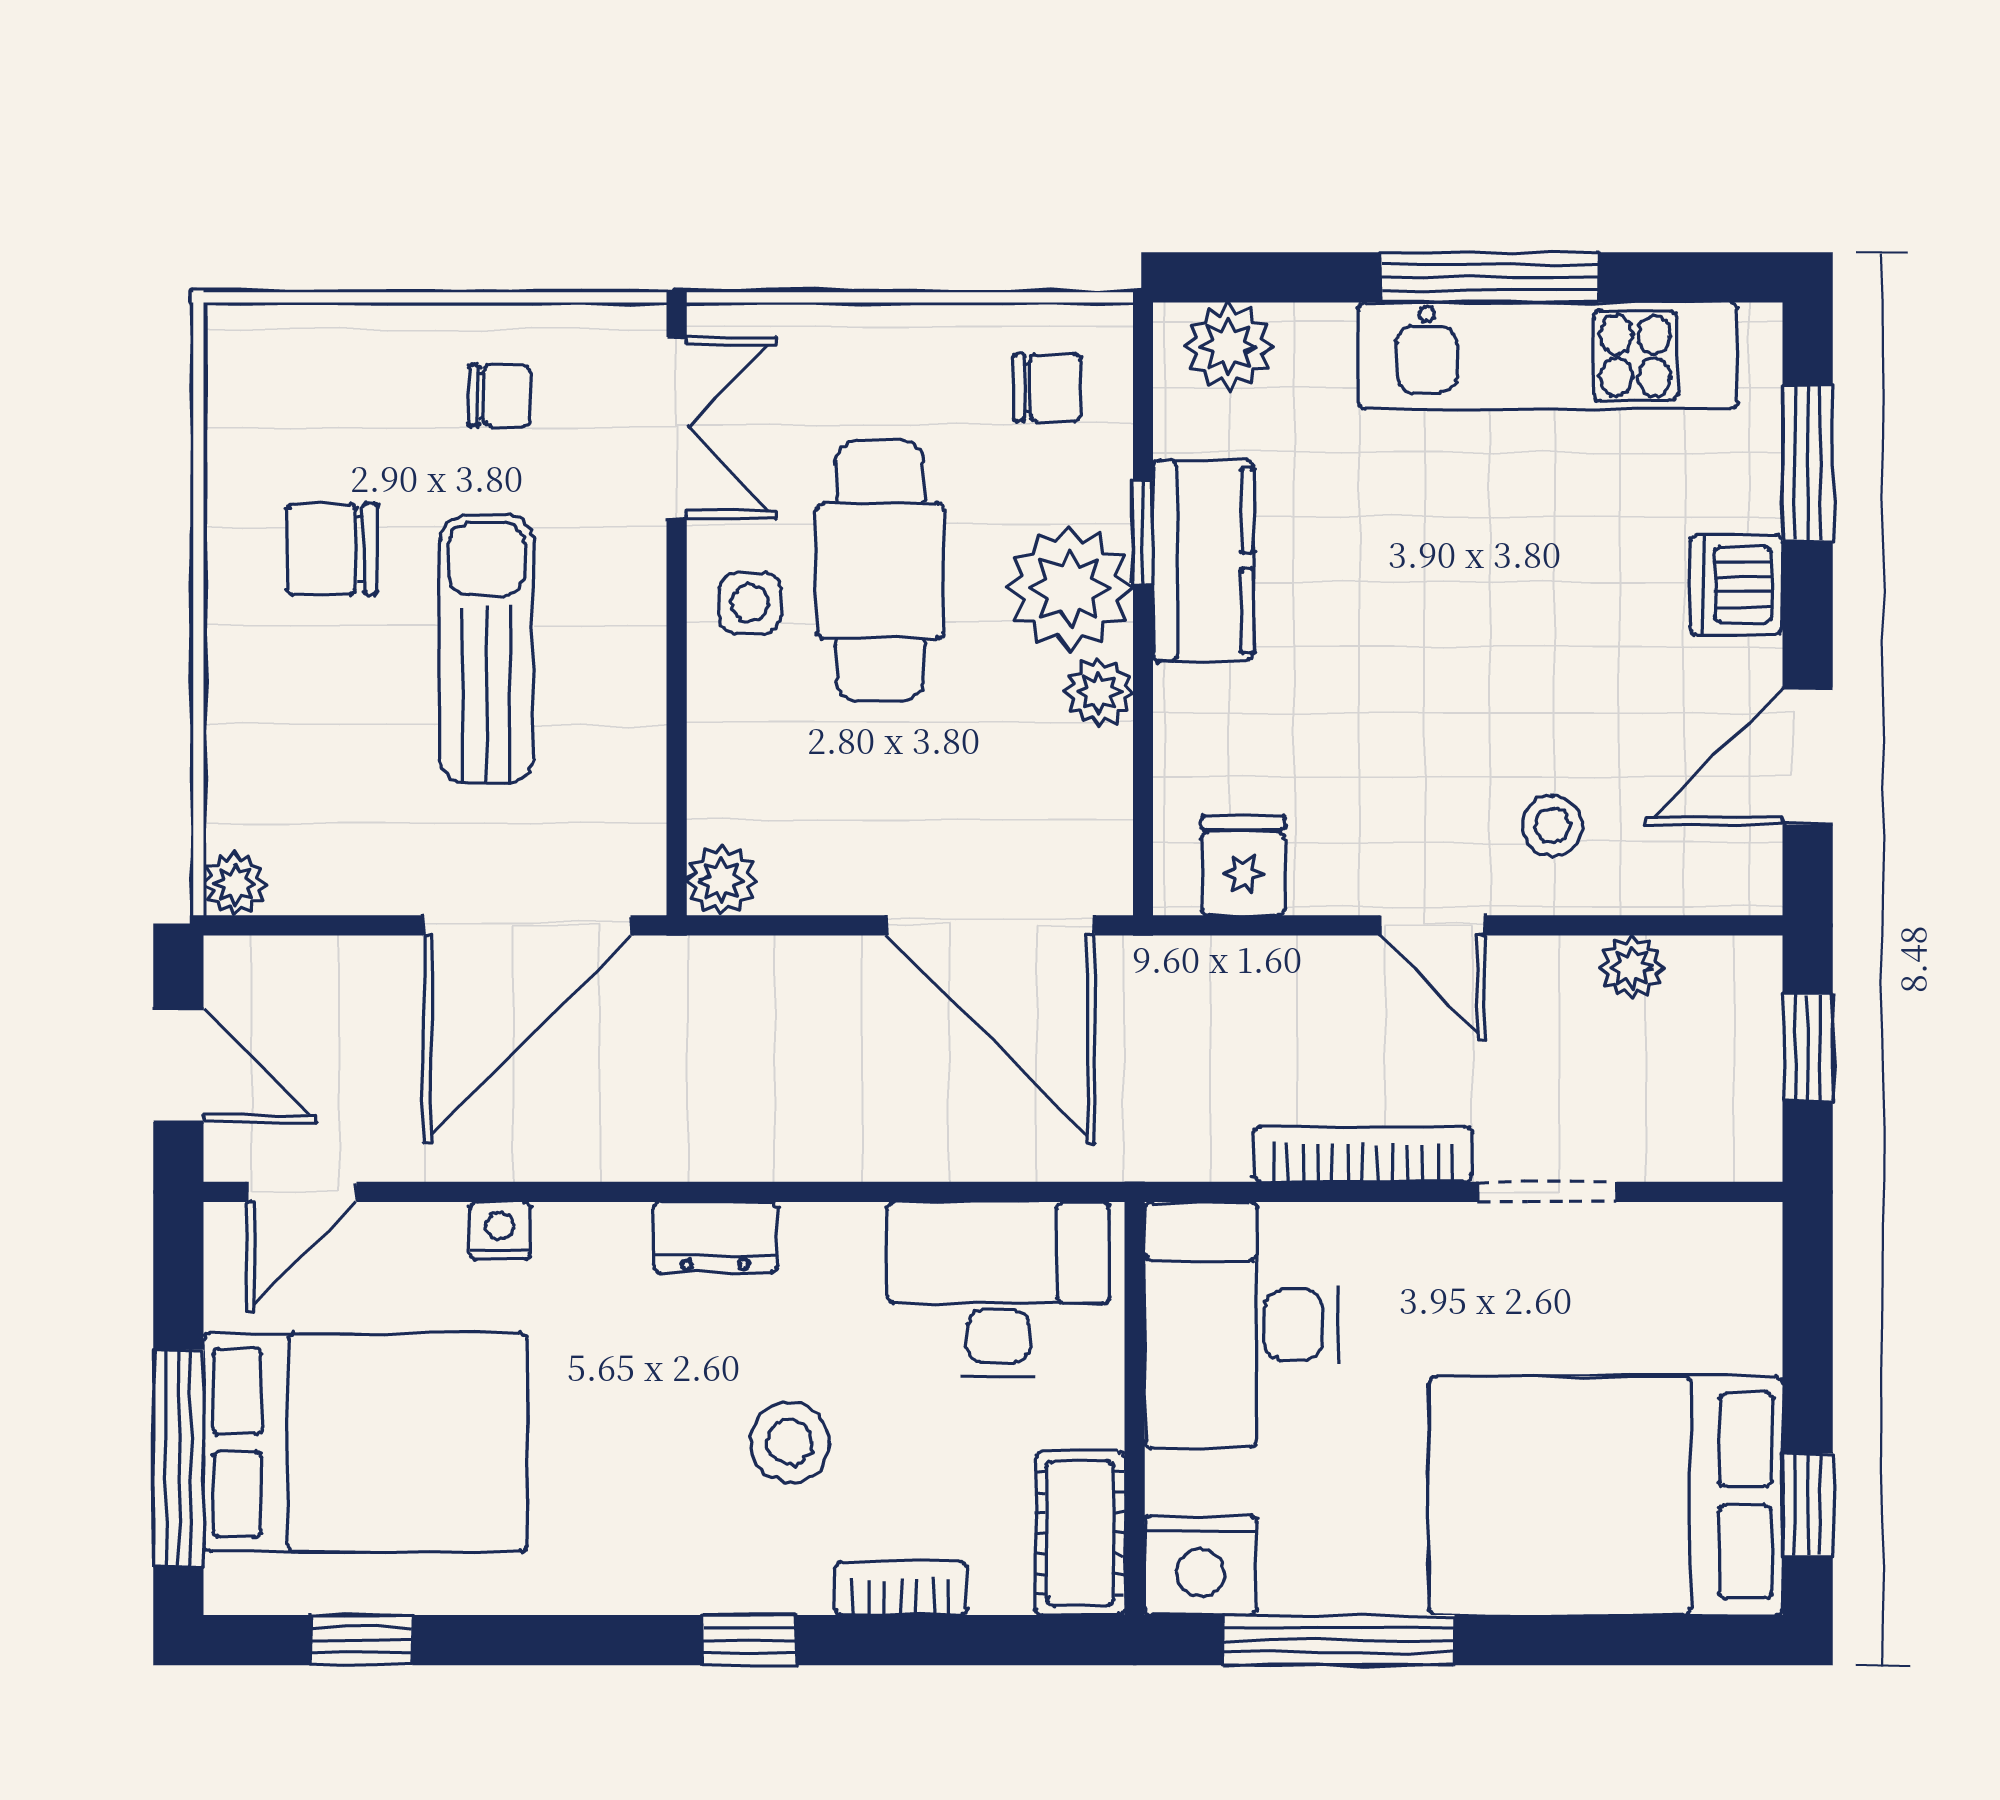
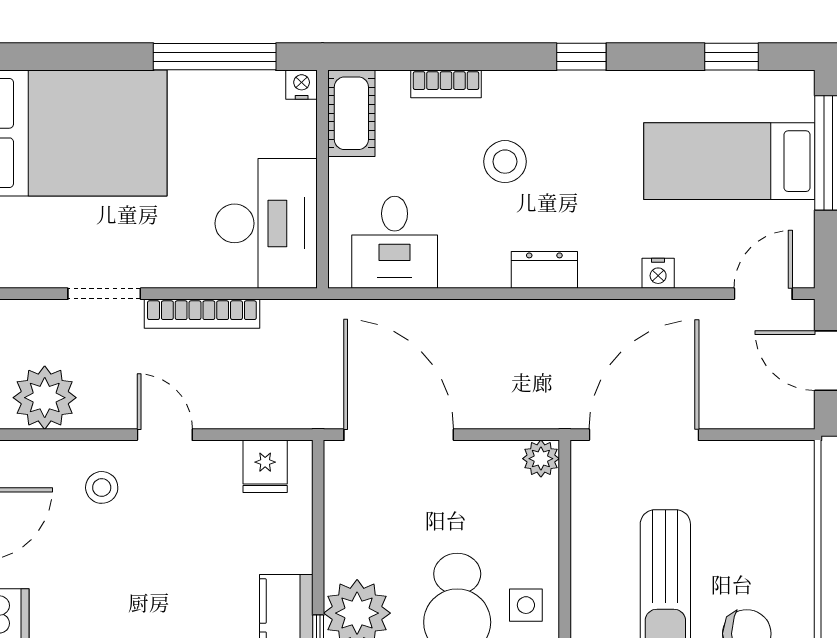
plant: (1099, 692) -> (341, 558), removed
plant: (235, 884) -> (798, 457), removed
plant: (1632, 967) -> (45, 398), width x1.88, depth x1.88
desk: (998, 1289) -> (395, 242), width x0.73
bed: (365, 1443) -> (729, 161), width x0.67
nightstand: (1201, 1565) -> (302, 85), width x0.53, depth x0.56
window: (749, 1640) -> (581, 57), moved

